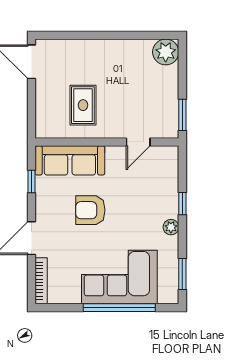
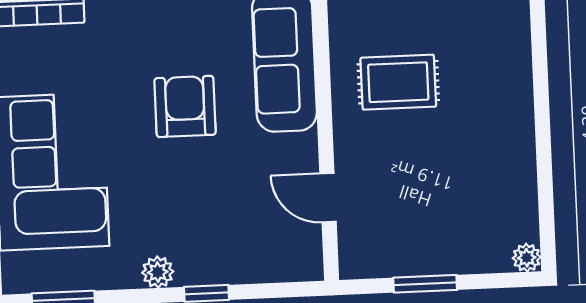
plant: (166, 52) -> (527, 258), width x0.53, depth x0.53
window: (182, 115) -> (425, 284), moved

